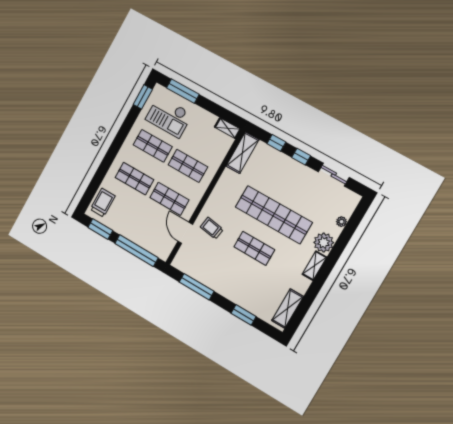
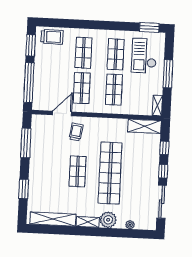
window: (183, 91) -> (168, 74), moved
sliding door: (334, 175) -> (162, 202), width x1.37
shelving: (288, 309) -> (53, 219), width x1.47

